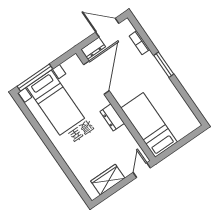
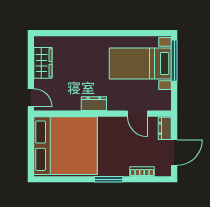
door: (96, 78) -> (138, 114), width x0.53
bed: (149, 125) -> (65, 146), width x2.04

